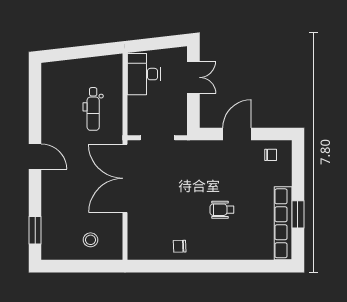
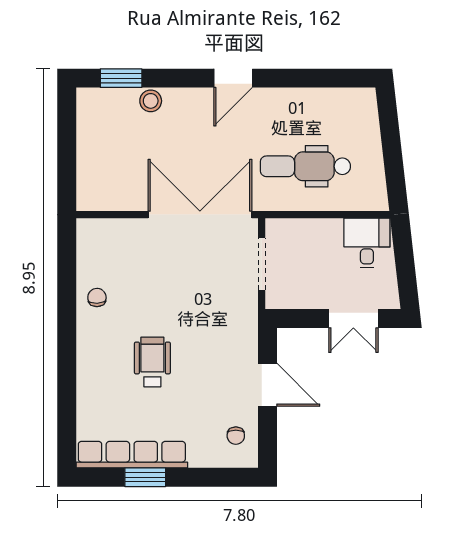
desk: (144, 74) -> (367, 243), width x0.73
dental chair: (93, 109) -> (305, 166), width x1.36, depth x1.38
wheelchair: (222, 210) -> (152, 362), width x1.36, depth x1.37
stool: (91, 240) -> (151, 101), moved

